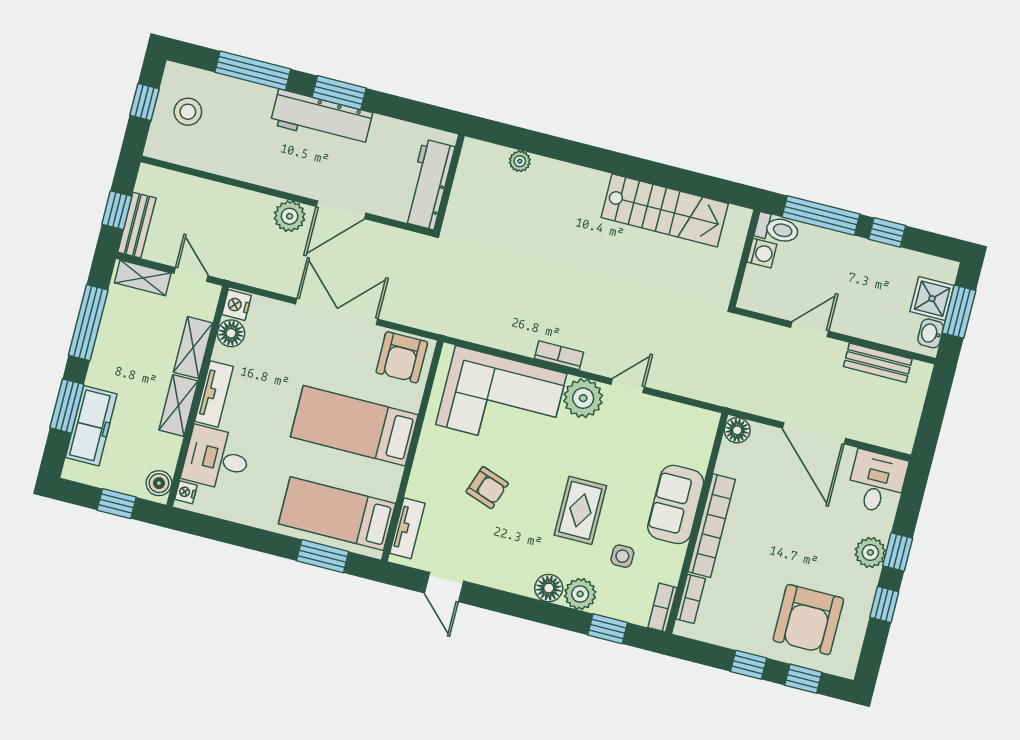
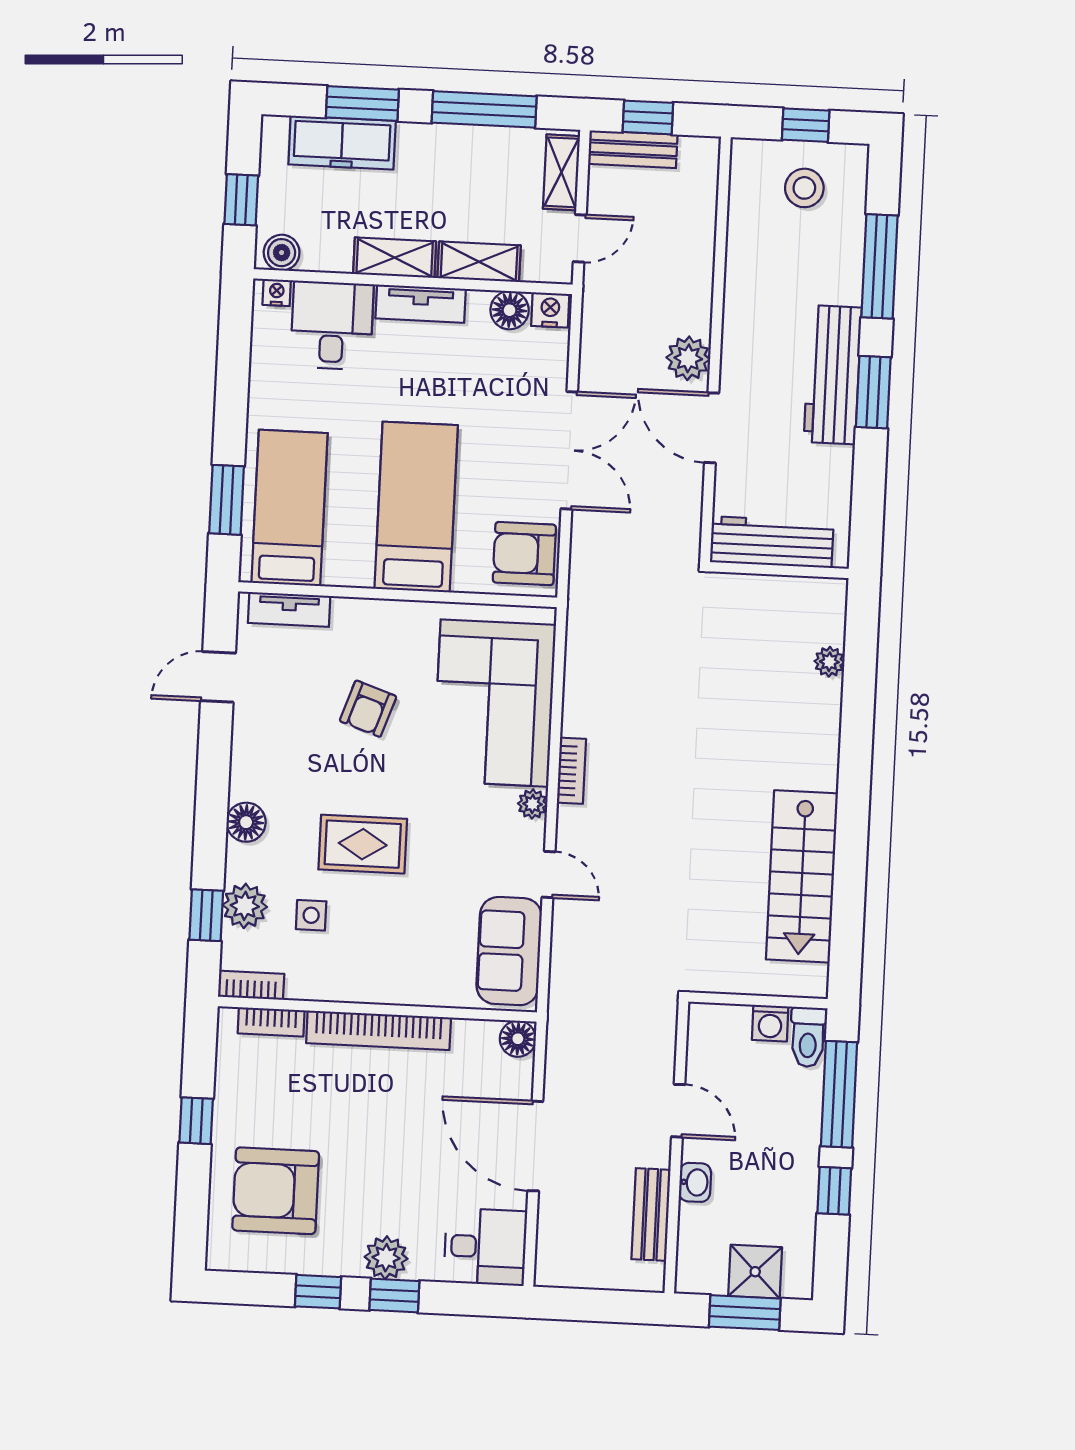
washbasin: (931, 333) -> (695, 1182), moved, turned 90
plant: (583, 398) -> (532, 804), width x0.53, depth x0.53
door: (814, 433) -> (535, 1146), hinge flipped
sofa: (676, 504) -> (509, 951), moved, turned -90
plant: (580, 594) -> (245, 906), moved
window: (803, 679) -> (192, 1200), removed

